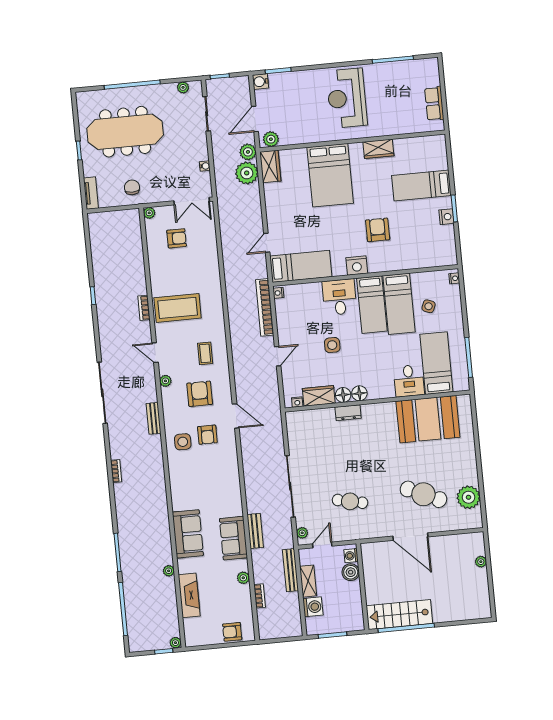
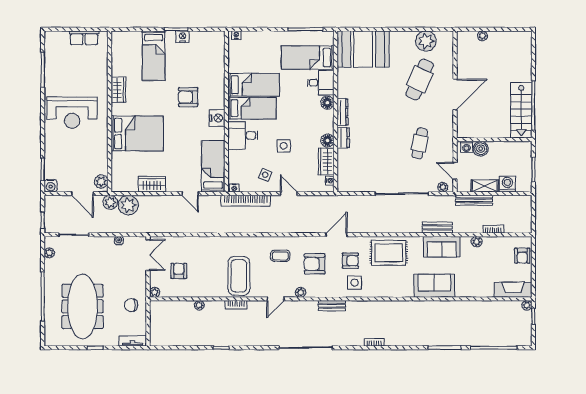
wardrobe: (270, 166) -> (152, 184), moved
side table: (429, 306) -> (265, 175), moved
floor lamp: (359, 393) -> (327, 103), moved
dresser: (377, 409) -> (342, 112), added
booth: (428, 419) -> (363, 49), moved, turned 90
rug: (221, 478) -> (389, 253), added
plant: (169, 571) -> (199, 305), moved
fireplace: (189, 595) -> (513, 290), moved

